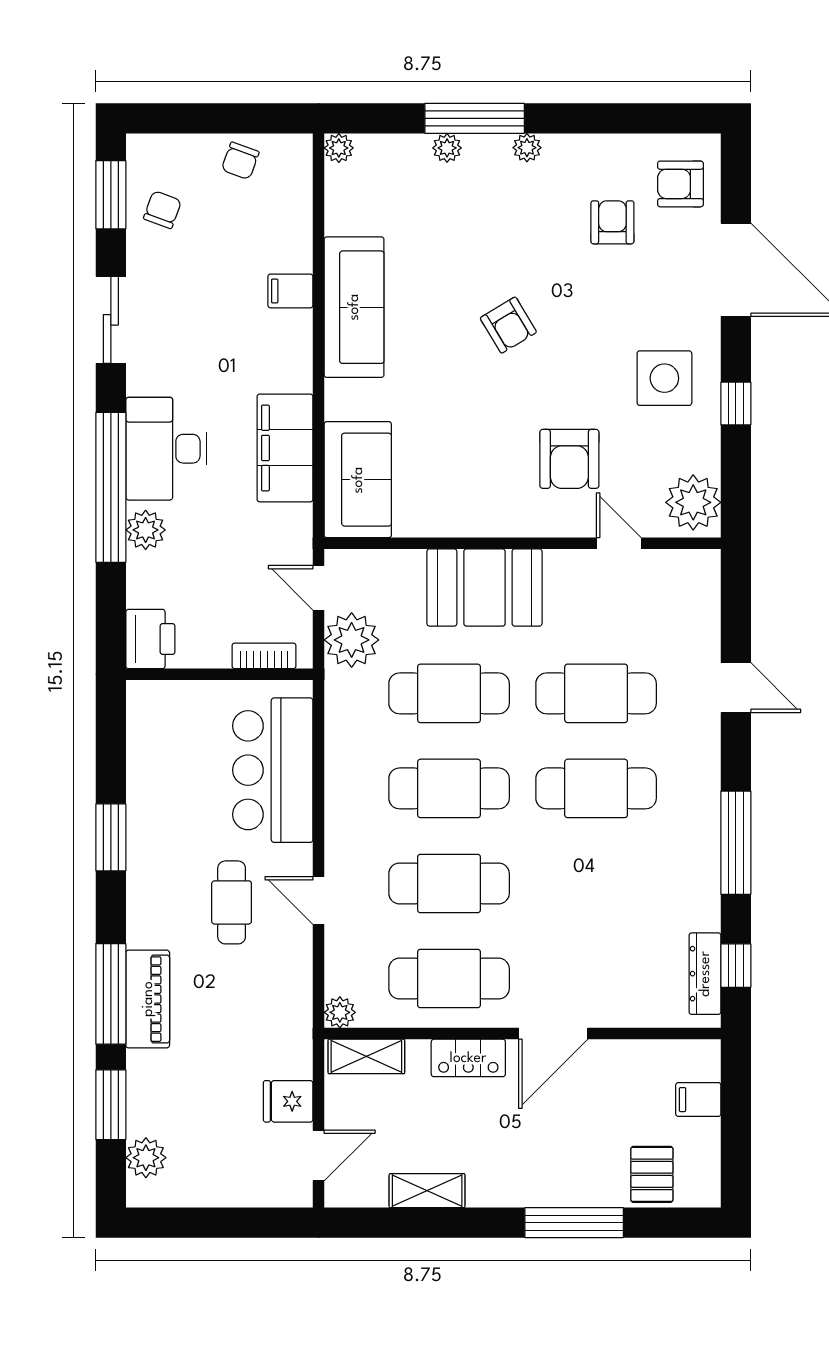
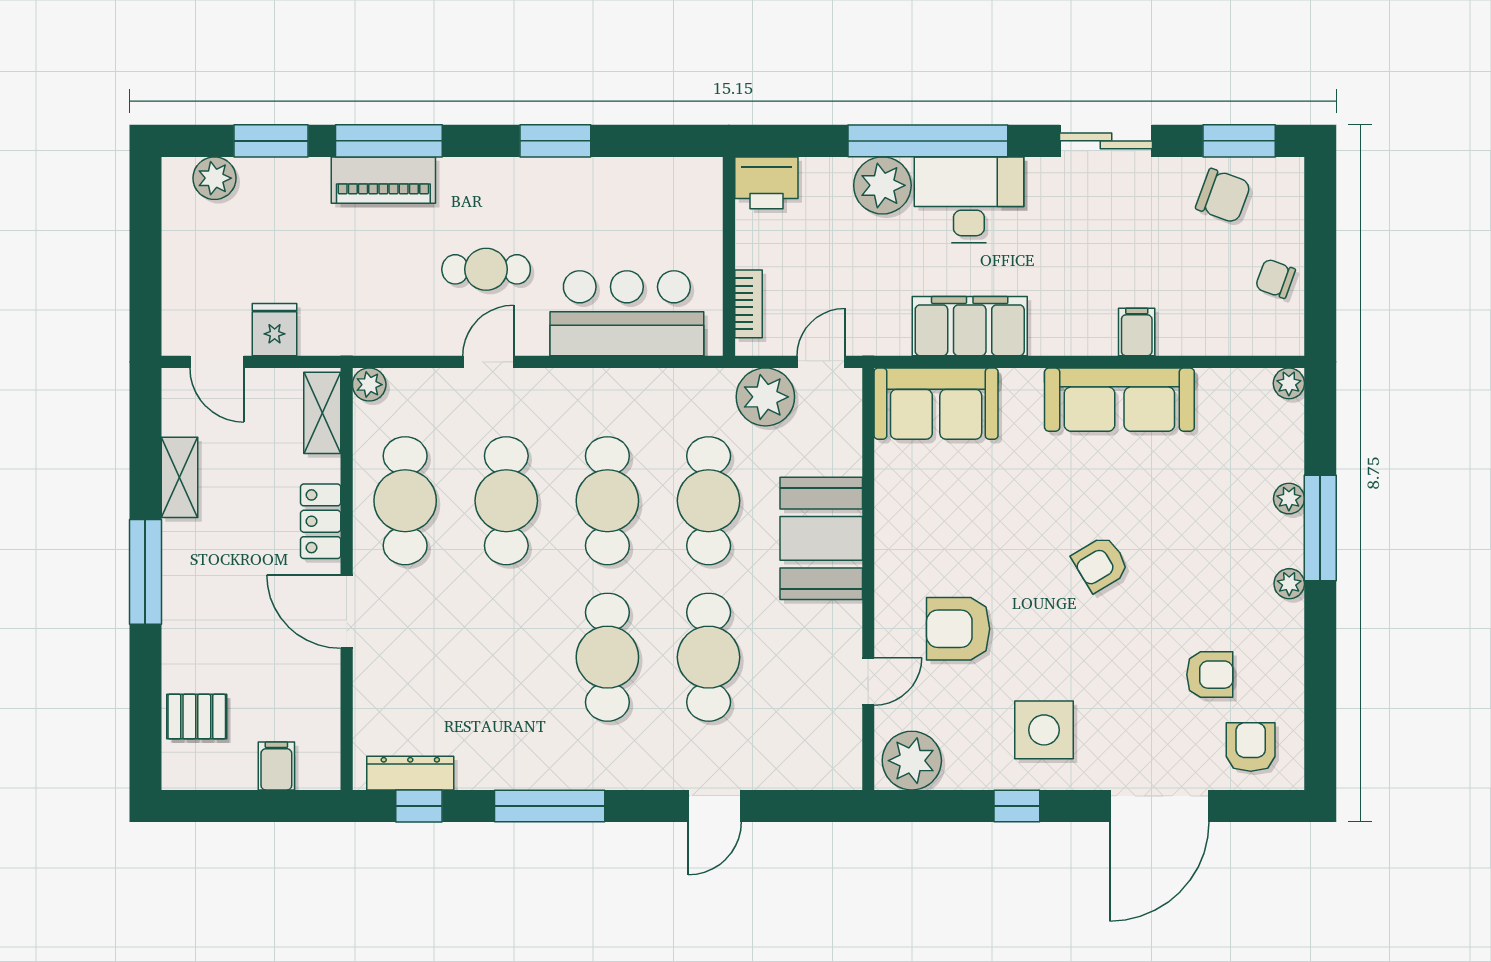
chair: (162, 210) -> (1223, 196), width x1.37, depth x1.37
plant: (146, 530) -> (882, 185), width x1.36, depth x1.36
window: (574, 1223) -> (145, 572), moved

